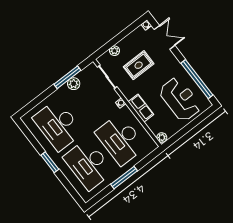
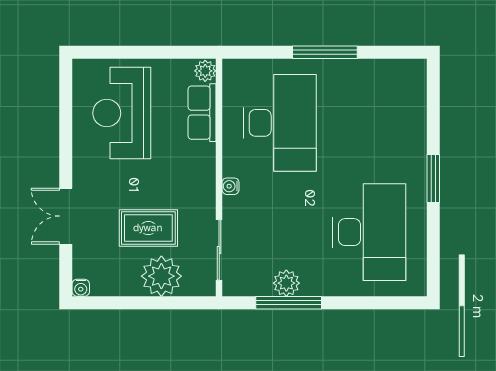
double door: (165, 37) -> (66, 216), moved
plant: (114, 51) -> (161, 276), width x1.87, depth x1.87
window: (197, 79) -> (66, 125), removed
row of seats: (141, 108) -> (202, 113), moved
desk: (88, 164) -> (369, 123), removed

